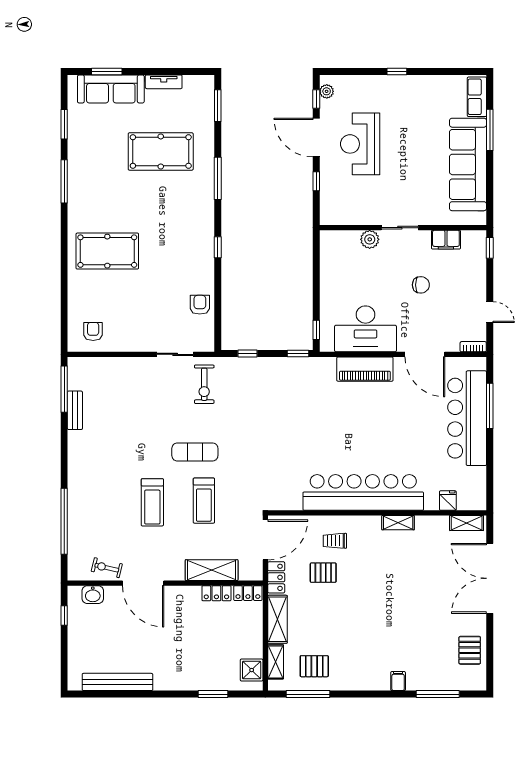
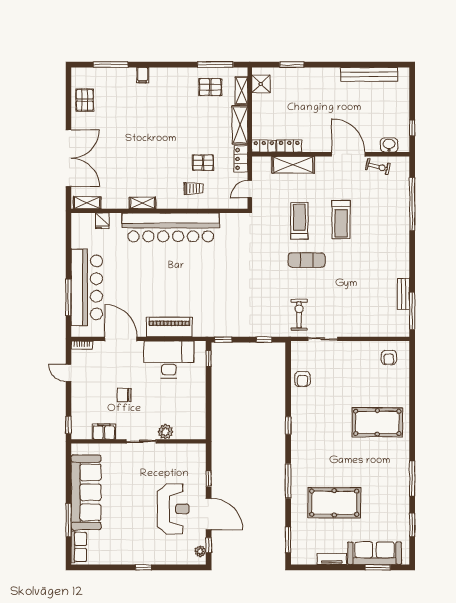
treadmill: (152, 502) -> (341, 219), turned 180
door: (265, 540) -> (250, 189), width x0.53

